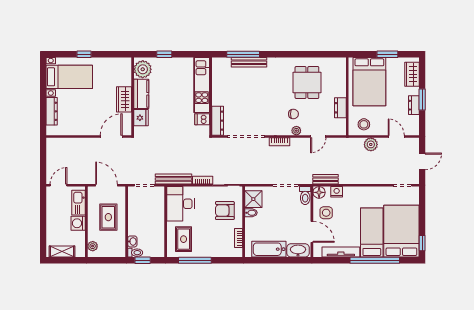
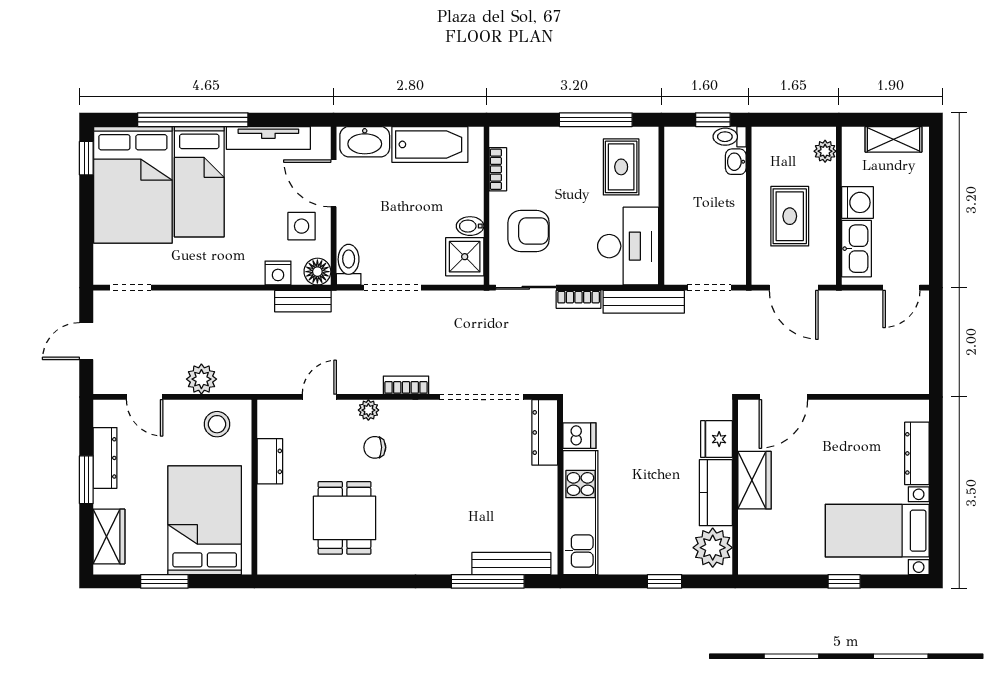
bench: (249, 62) -> (511, 563), moved
dresser: (414, 105) -> (105, 458), width x1.44

